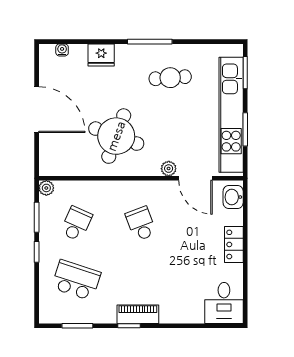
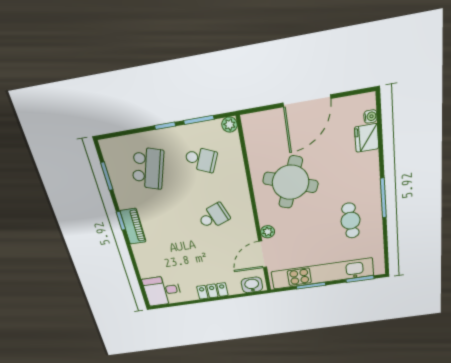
fridge: (101, 55) -> (367, 138), moved

